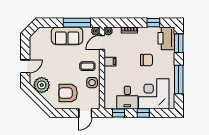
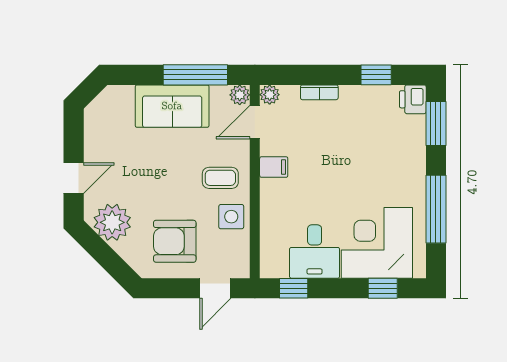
printer: (166, 38) -> (413, 99), width x0.53, depth x0.68
chair: (147, 60) -> (360, 163), removed
window: (143, 113) -> (383, 288), moved

